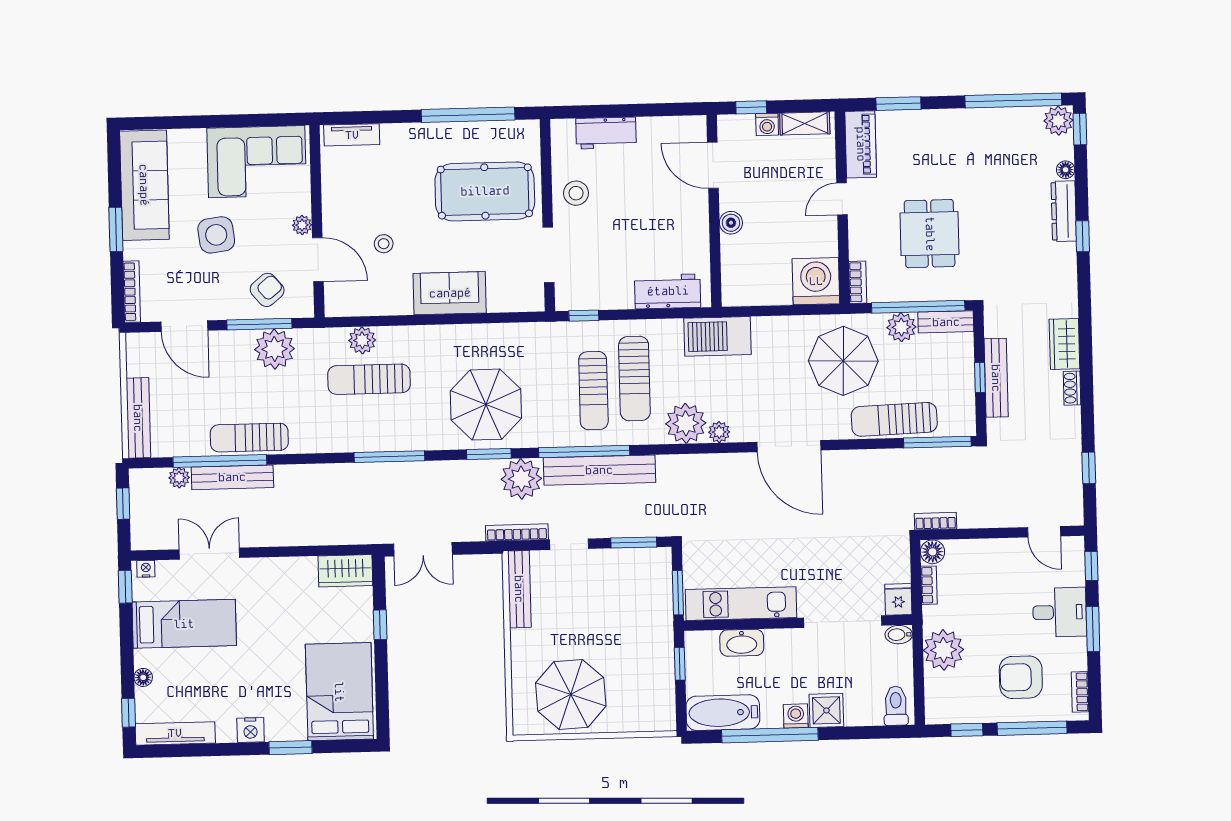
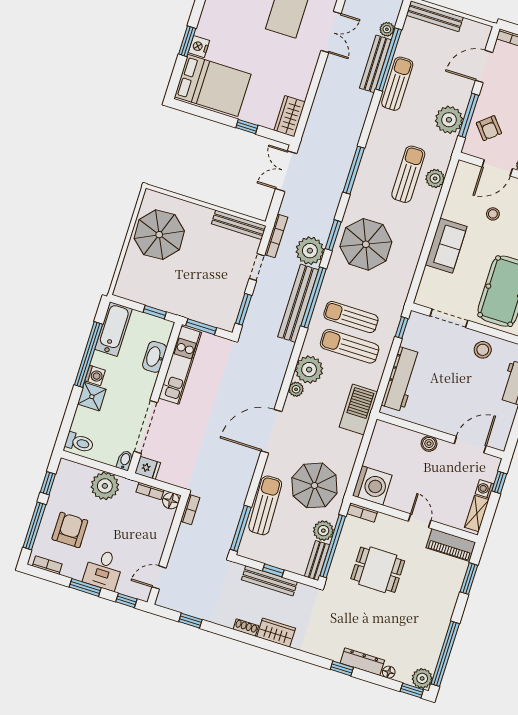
workbench: (668, 291) -> (401, 379), width x1.37
nightstand: (251, 730) -> (199, 47), moved

